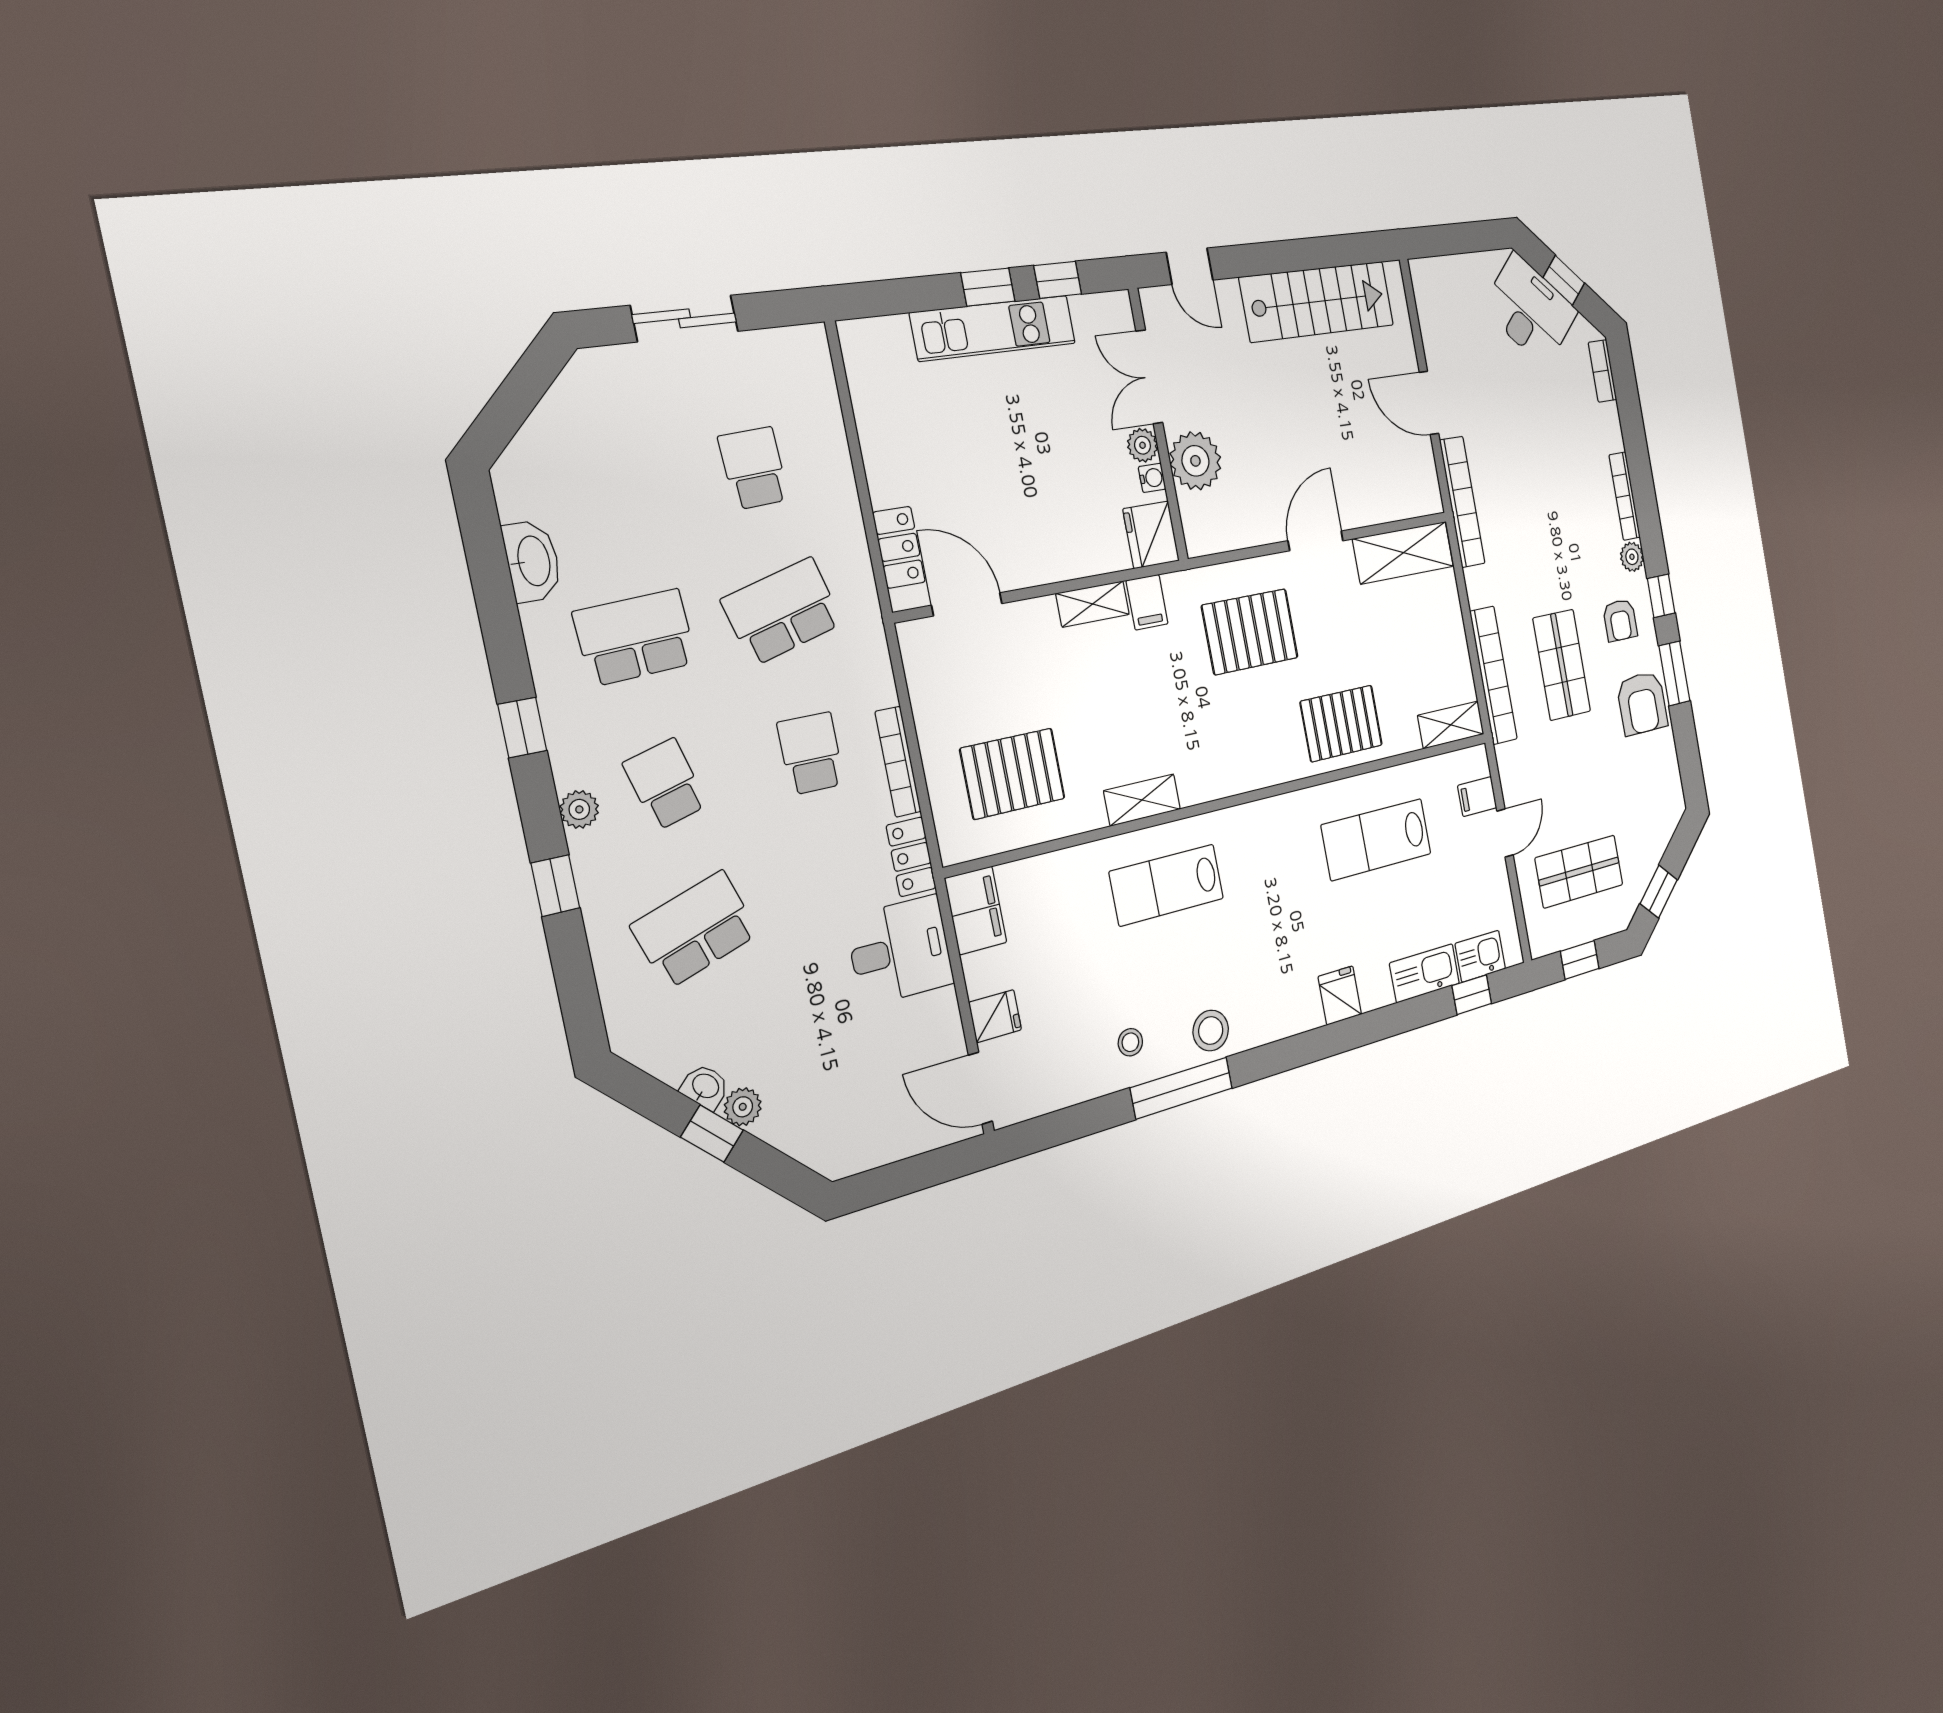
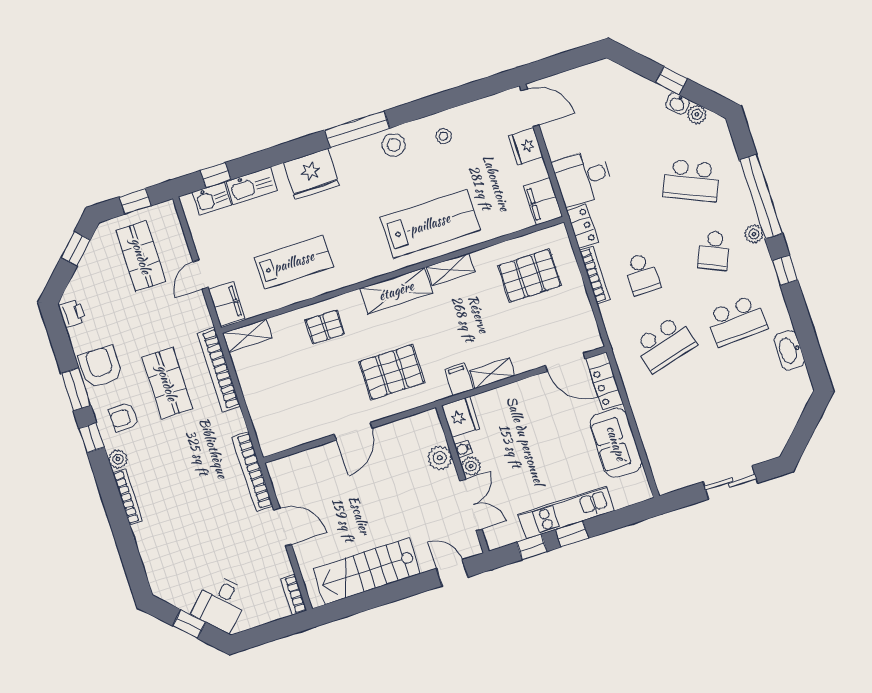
desk: (1530, 310) -> (221, 603), width x0.73
bookcase: (1602, 371) -> (294, 595), moved, turned 180
sofa: (893, 438) -> (616, 443), added
plant: (1195, 461) -> (440, 458), width x0.73, depth x0.73
school desk: (754, 468) -> (687, 414), removed
shelving: (1403, 553) -> (396, 291), moved
armchair: (1620, 620) -> (124, 417), turned -90
pallet: (1341, 723) -> (325, 327), width x0.67, depth x0.71
school desk: (665, 784) -> (714, 250), turned 39
printer: (1670, 791) -> (72, 313), added
filing cabinet: (1477, 797) -> (227, 304), width x2.00
shop shelf: (1579, 871) -> (141, 256), turned 90
lab bench: (1167, 885) -> (430, 224), width x1.36, depth x1.39
window: (555, 886) -> (761, 197), width x3.17
school desk: (695, 930) -> (691, 180), turned 42
fridge: (1340, 995) -> (311, 174), width x1.88, depth x1.34
fridge: (995, 1016) -> (526, 146), width x1.38
window: (1182, 1088) -> (357, 129), moved
plant: (743, 1107) -> (697, 114), moved

